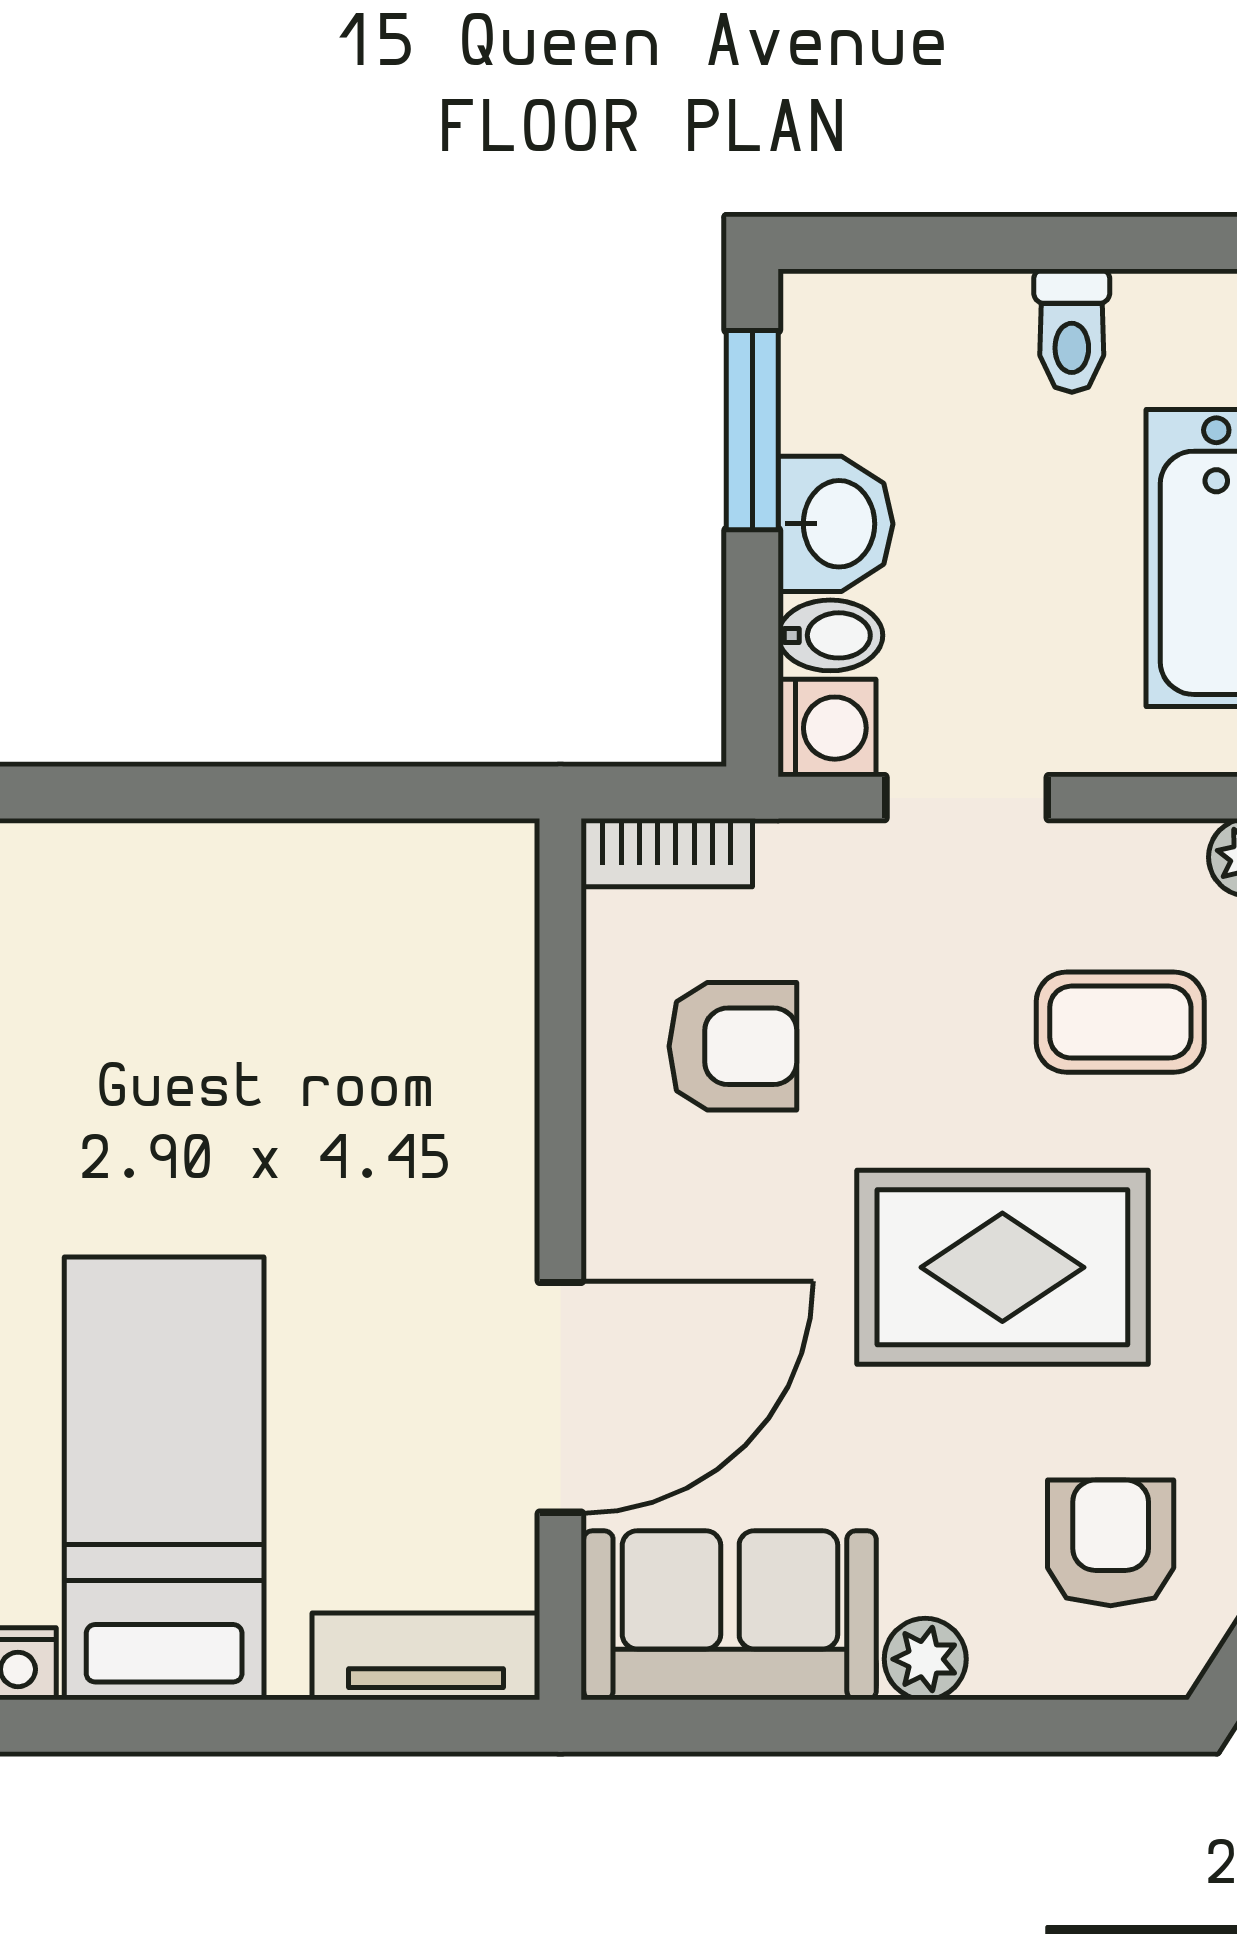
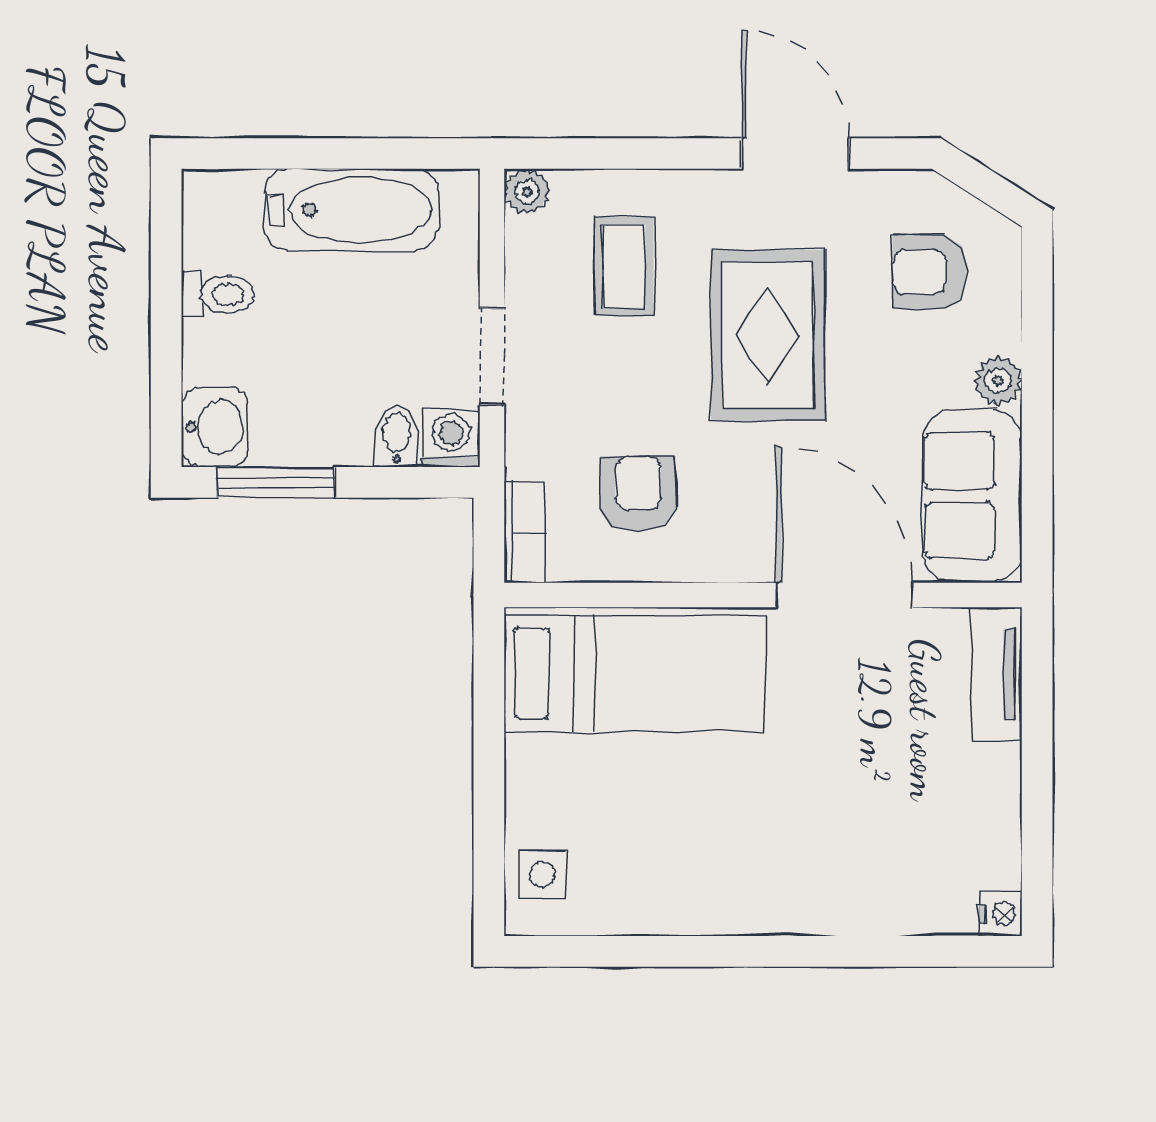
washbasin: (836, 524) -> (215, 427), moved, turned 90
side table: (85, 883) -> (542, 874), added
bed: (164, 1478) -> (634, 673), moved, turned 180

